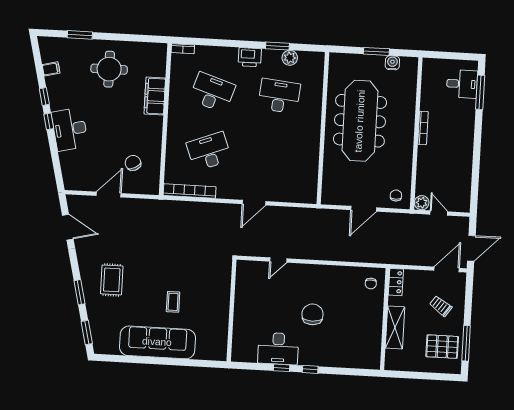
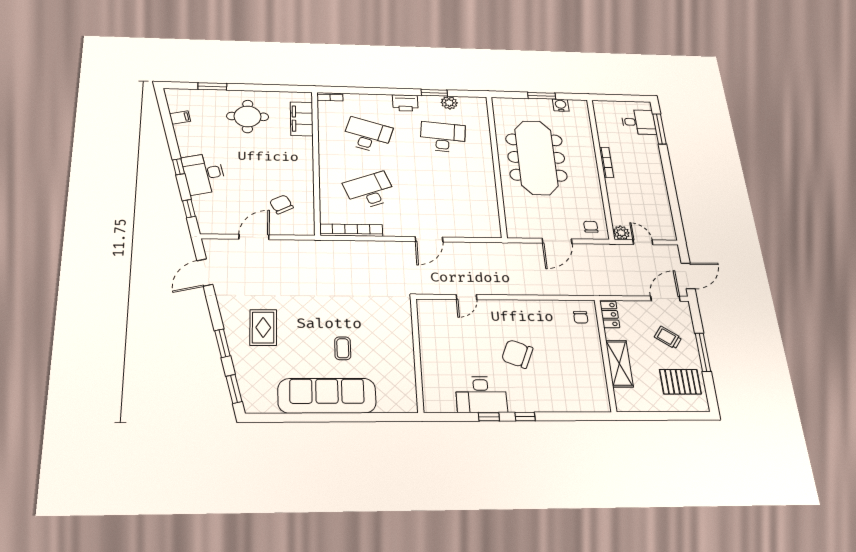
window: (44, 96) -> (189, 209), moved
filing cabinet: (155, 96) -> (302, 119), moved
door: (68, 227) -> (205, 273), swing flipped
chair: (312, 314) -> (517, 354), turned -68
window: (466, 343) -> (703, 352), moved

